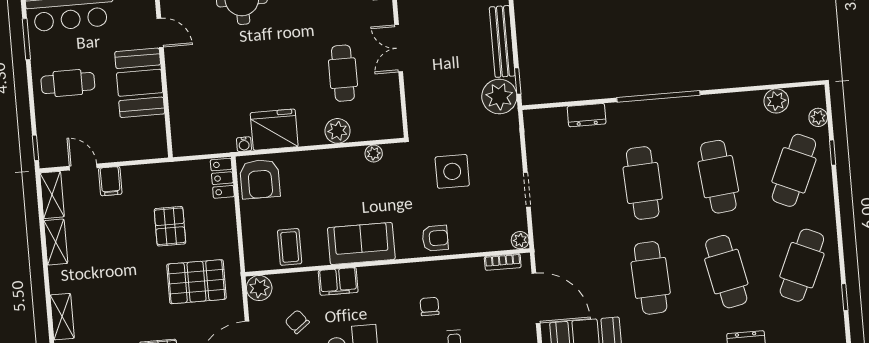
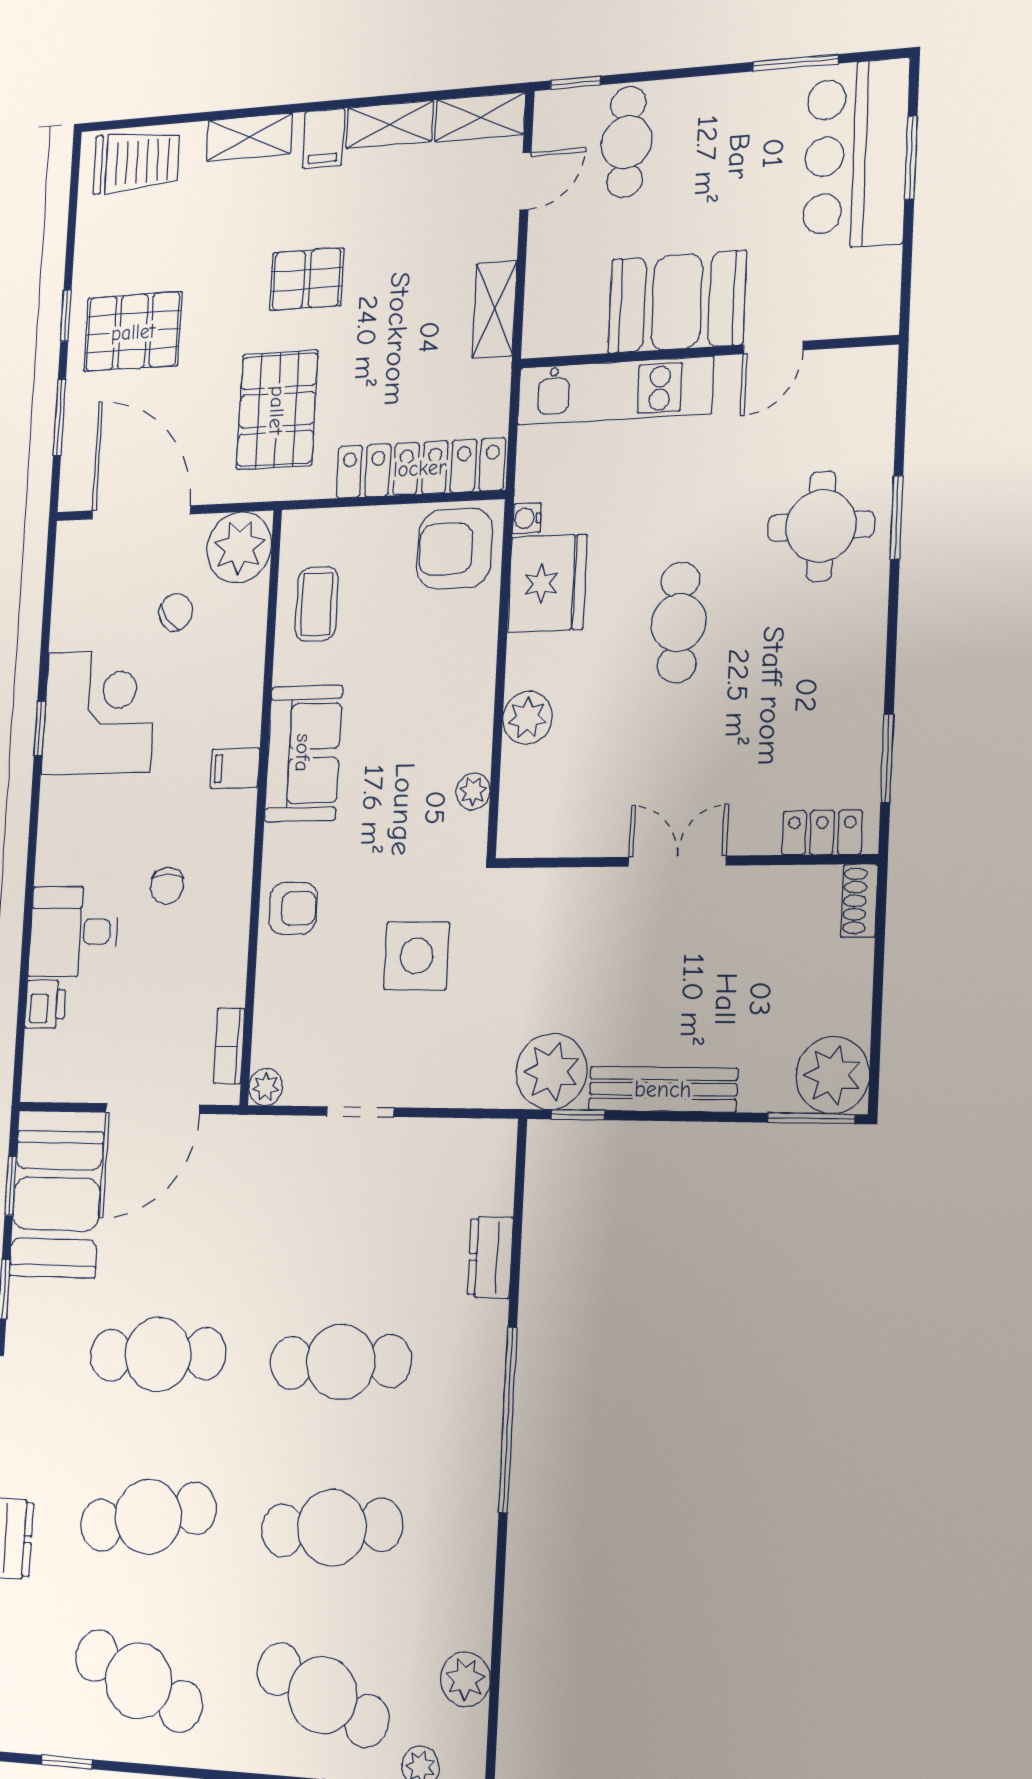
cafe table: (343, 73) -> (679, 623), moved, turned 90
cafe table: (68, 83) -> (626, 142), moved
kitchen unit: (182, 108) -> (615, 391), added
shelving: (145, 174) -> (495, 309), added
locker: (222, 178) -> (420, 468), width x2.16, depth x1.21
filing cabinet: (110, 181) -> (323, 138), moved, turned -90
pallet: (170, 226) -> (307, 279), moved
armchair: (435, 238) -> (293, 908), turned -90
coffee table: (290, 247) -> (317, 604), turned 90
filing cabinet: (338, 281) -> (235, 768), moved, width x0.50
plant: (259, 288) -> (239, 547), width x1.36, depth x1.36
chair: (430, 307) -> (167, 886), turned 90

